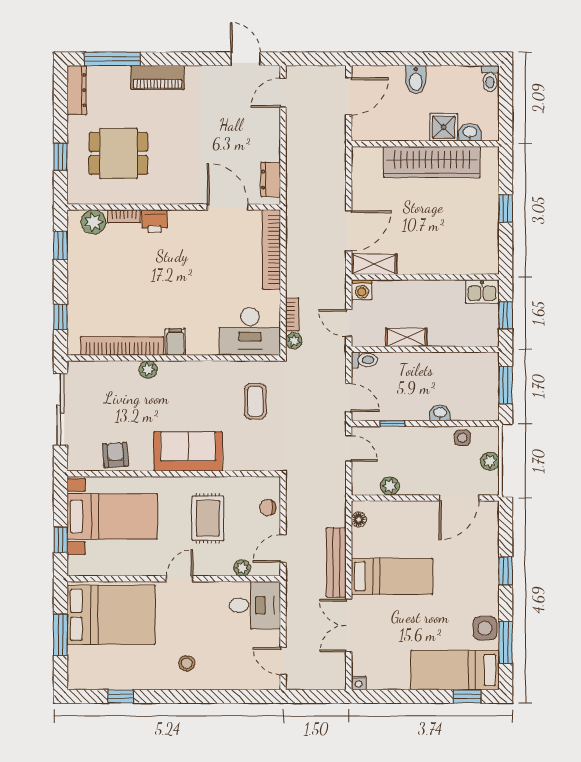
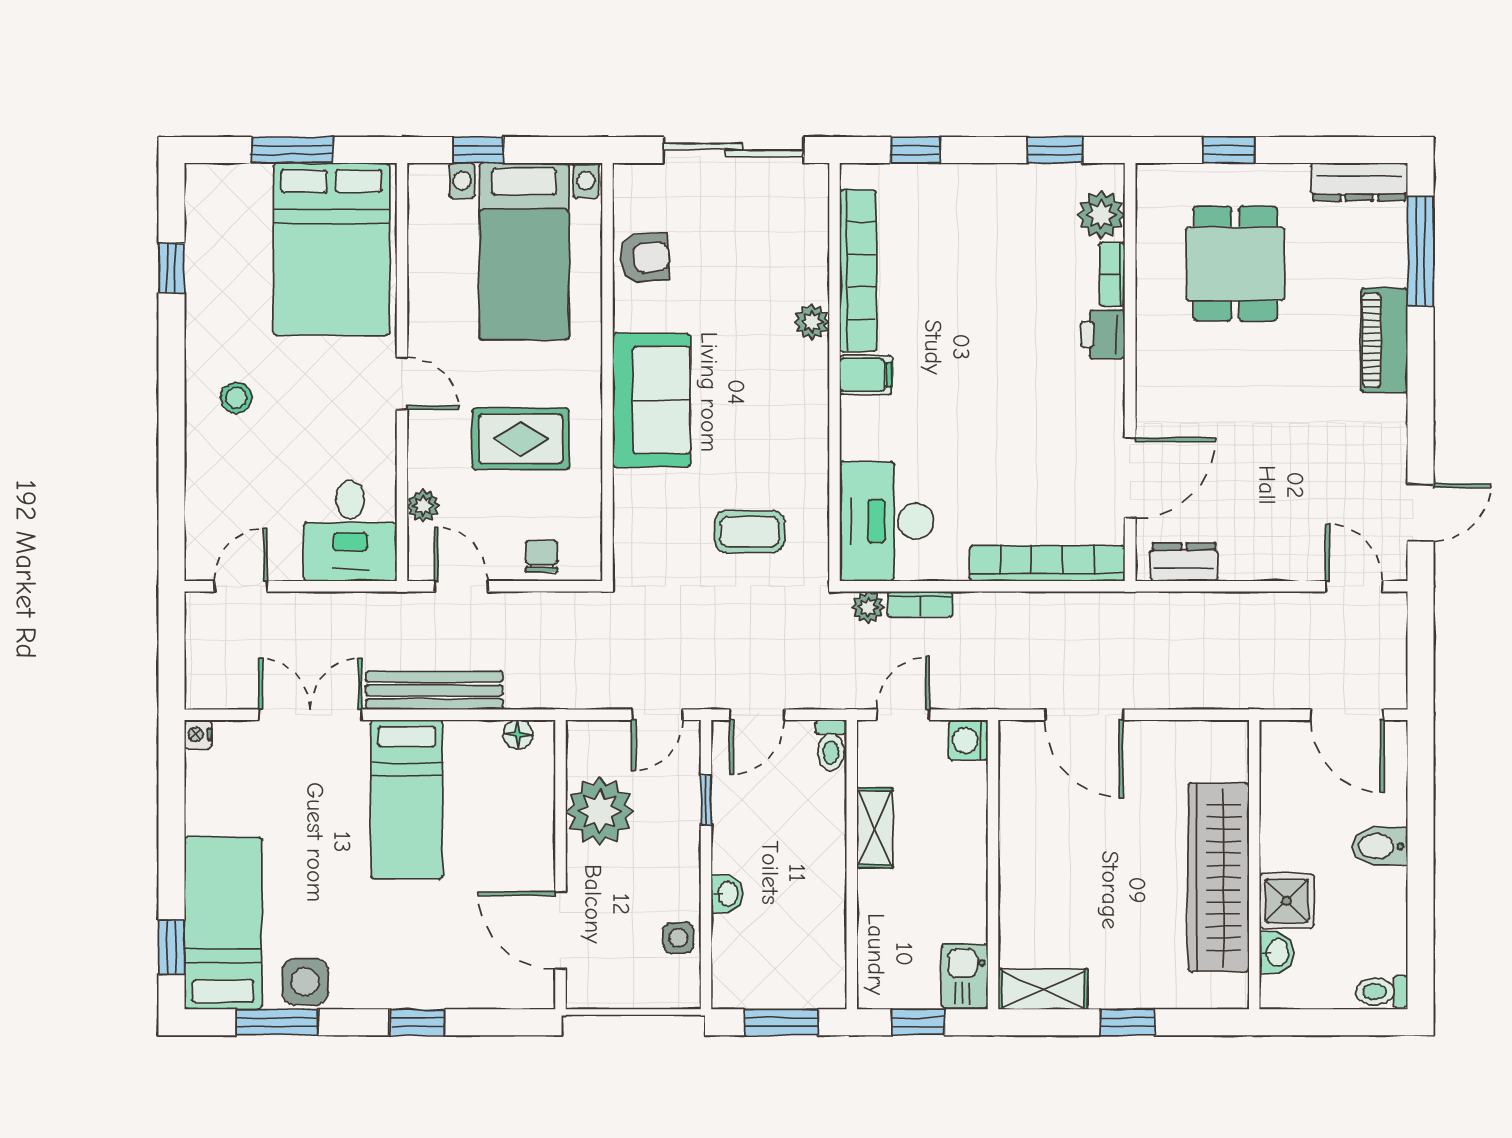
shelving: (374, 264) -> (1043, 989), moved, turned 90
plant: (490, 461) -> (632, 991), removed
plant: (390, 486) -> (600, 811), width x1.87, depth x1.87

